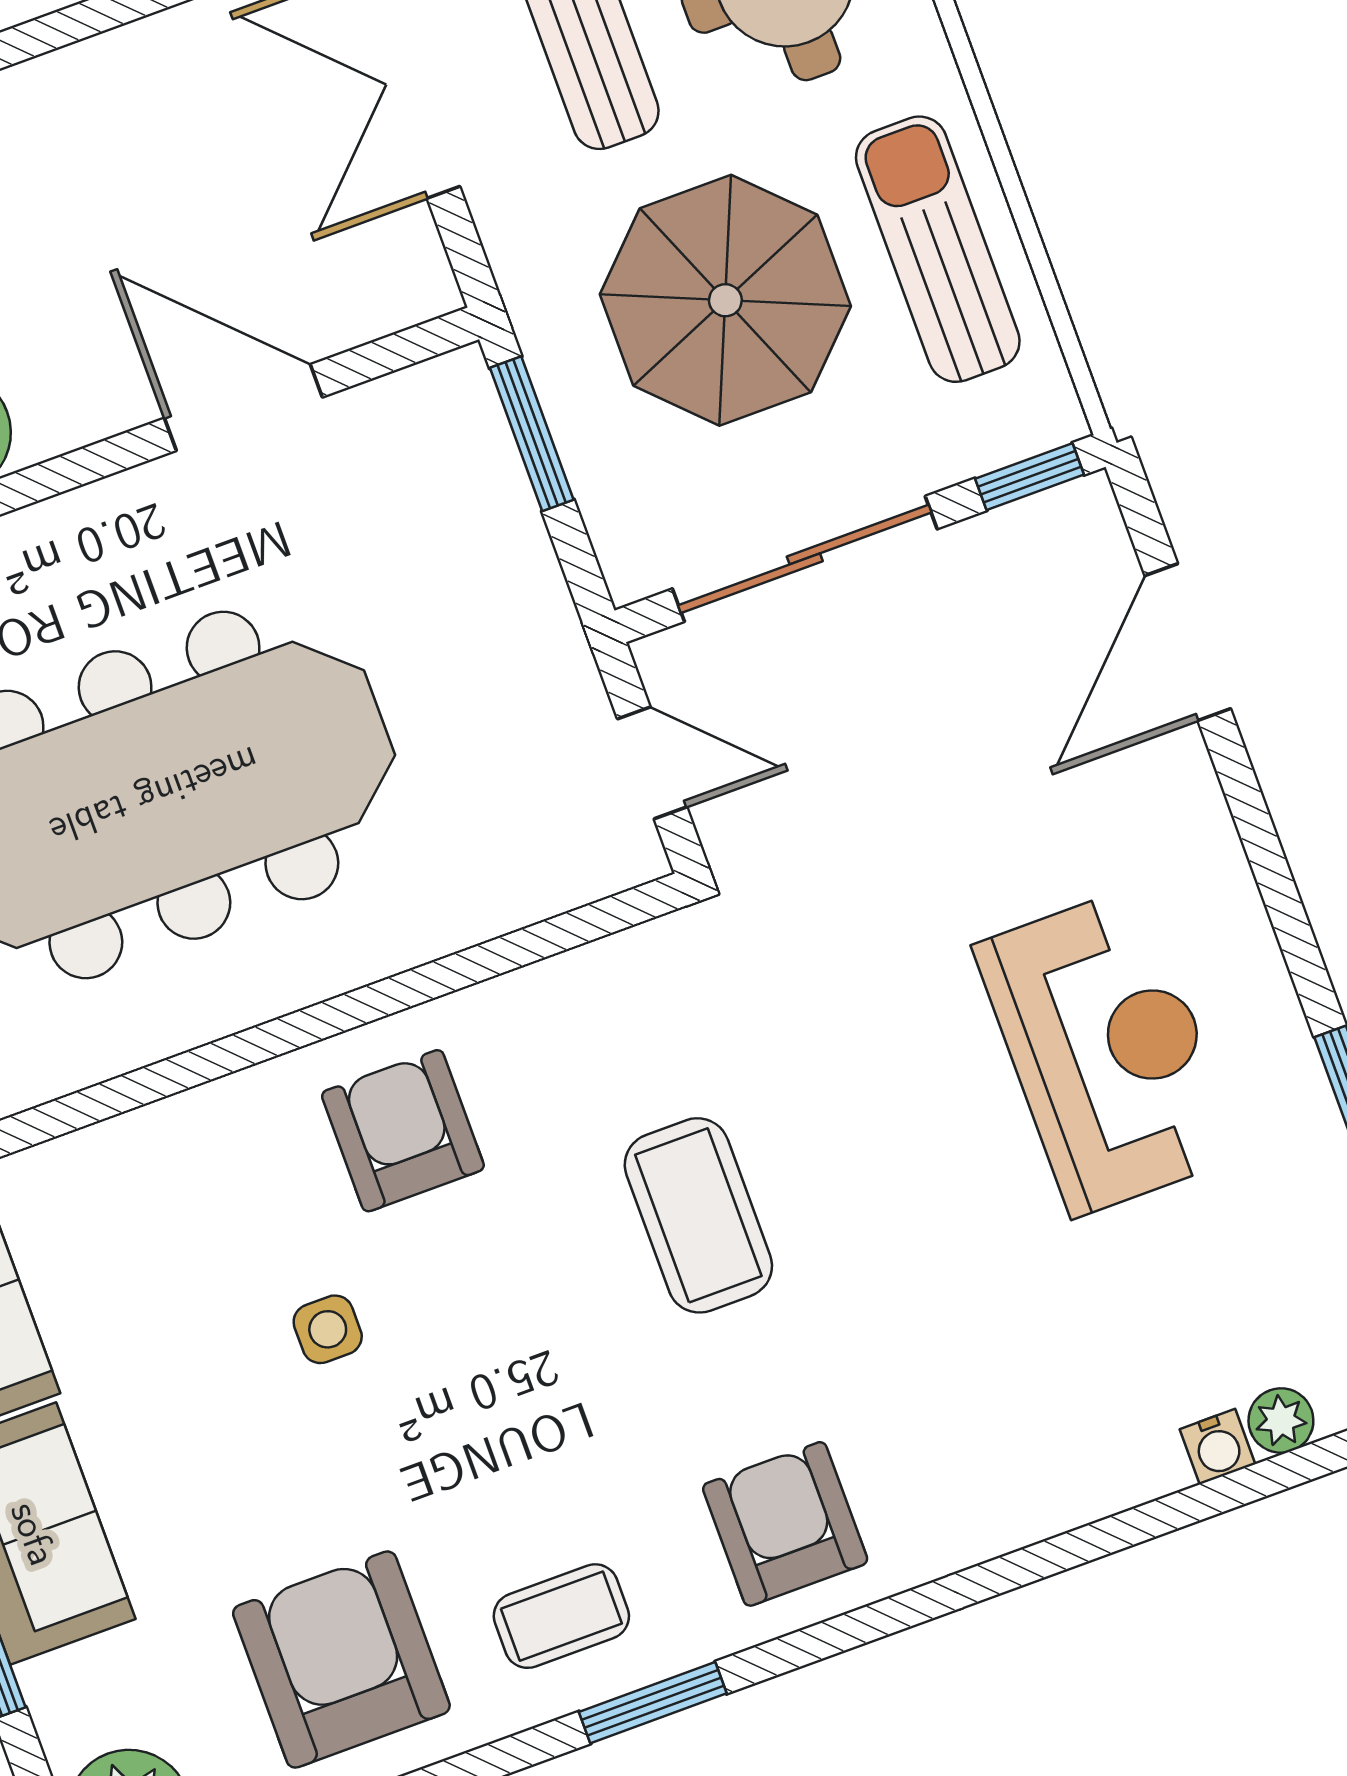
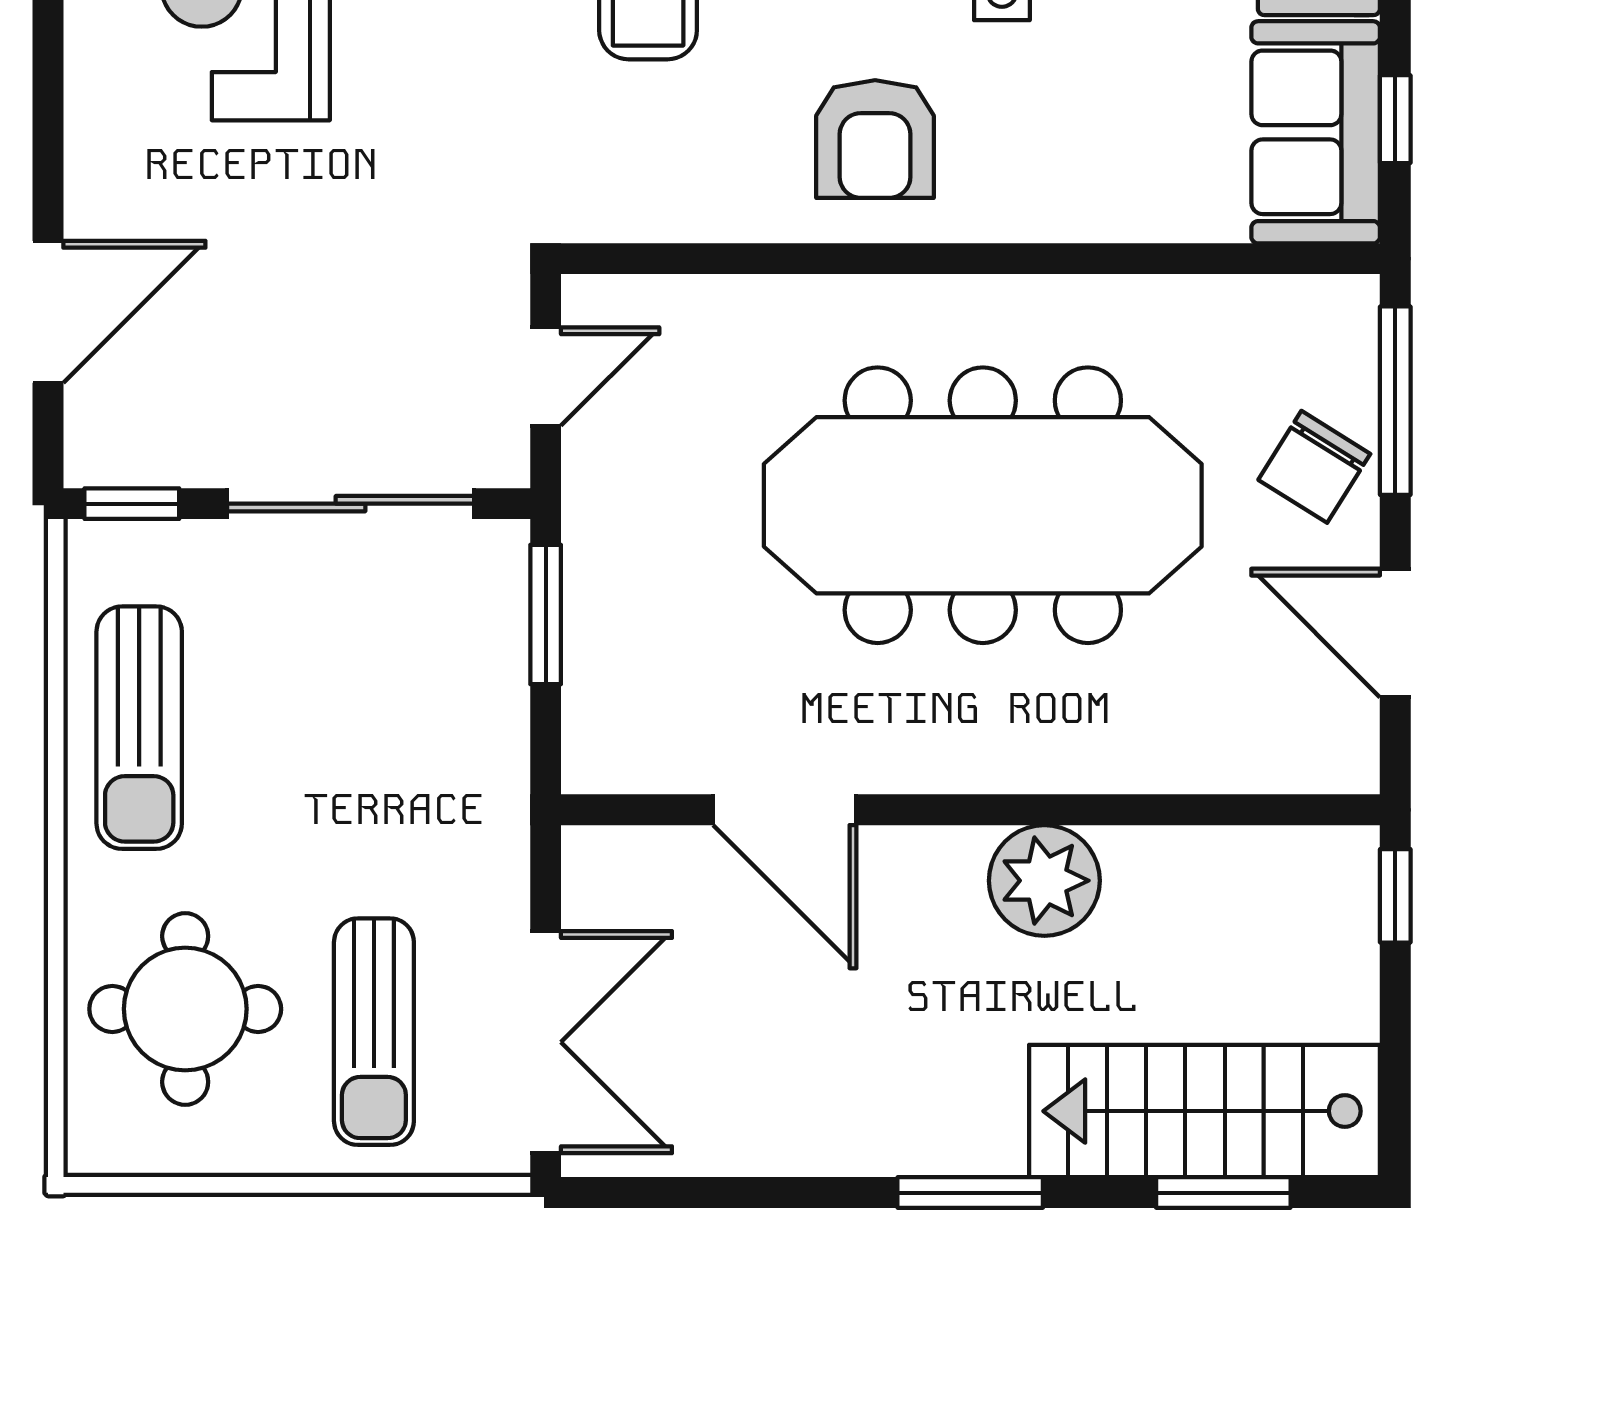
parasol: (725, 300) -> (337, 751), removed
window: (532, 434) -> (546, 615), moved
door: (652, 763) -> (546, 376), swing flipped

